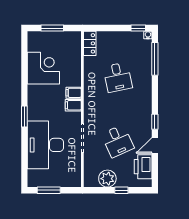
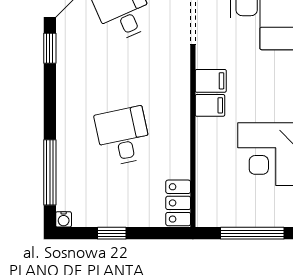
window: (52, 28) -> (252, 233), width x1.44
window: (138, 28) -> (112, 233), moved

